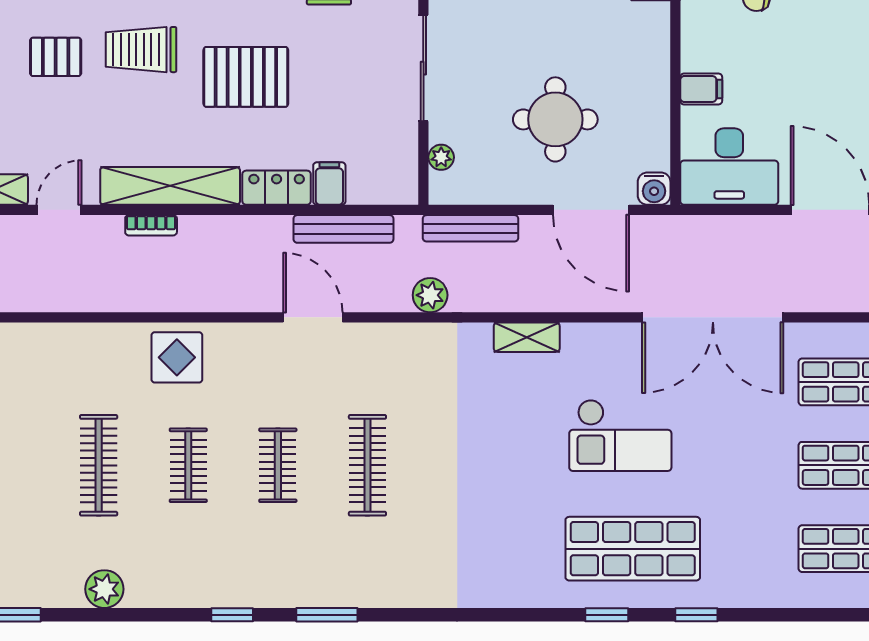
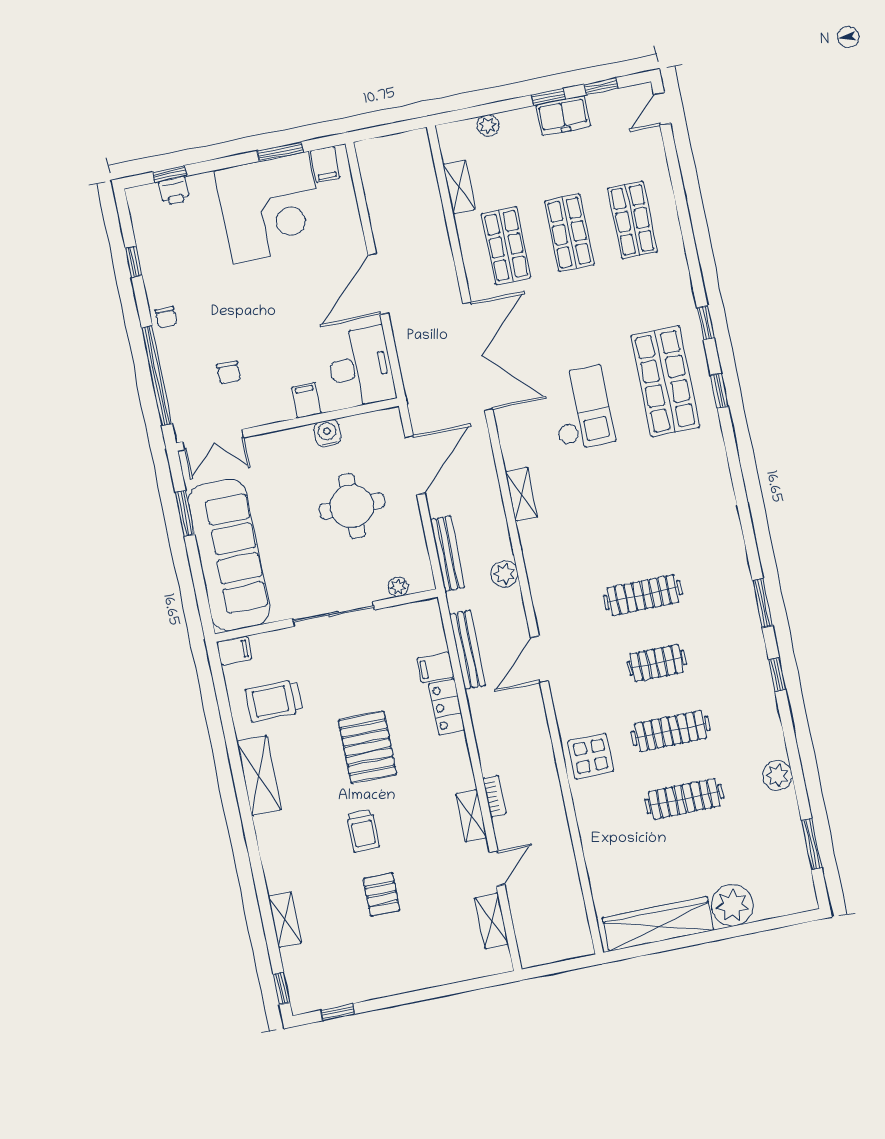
trolley: (141, 50) -> (363, 831), width x0.73, depth x0.72
shelving: (170, 186) -> (471, 816), width x0.45, depth x0.75
water cooler: (654, 189) -> (327, 433), moved, turned -90
door: (59, 210) -> (497, 868), swing flipped
clothes rail: (188, 465) -> (671, 731), width x1.36

